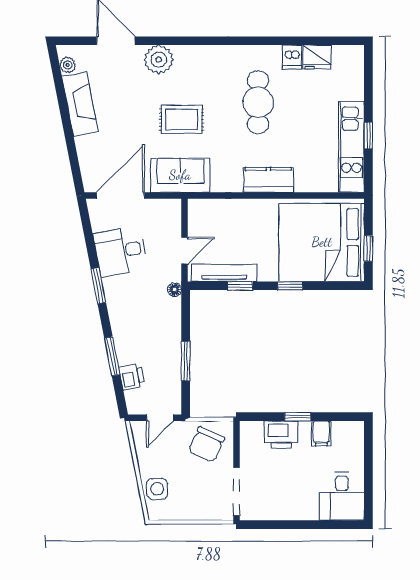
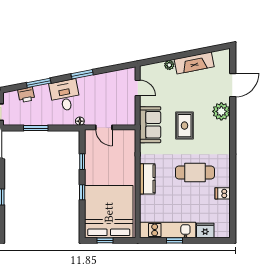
fridge: (317, 57) -> (205, 230), moved, turned 90
plant: (68, 65) -> (169, 65), moved
door: (120, 195) -> (138, 88), width x0.53
desk: (120, 251) -> (65, 95), moved
tv unit: (224, 273) -> (90, 152), removed

